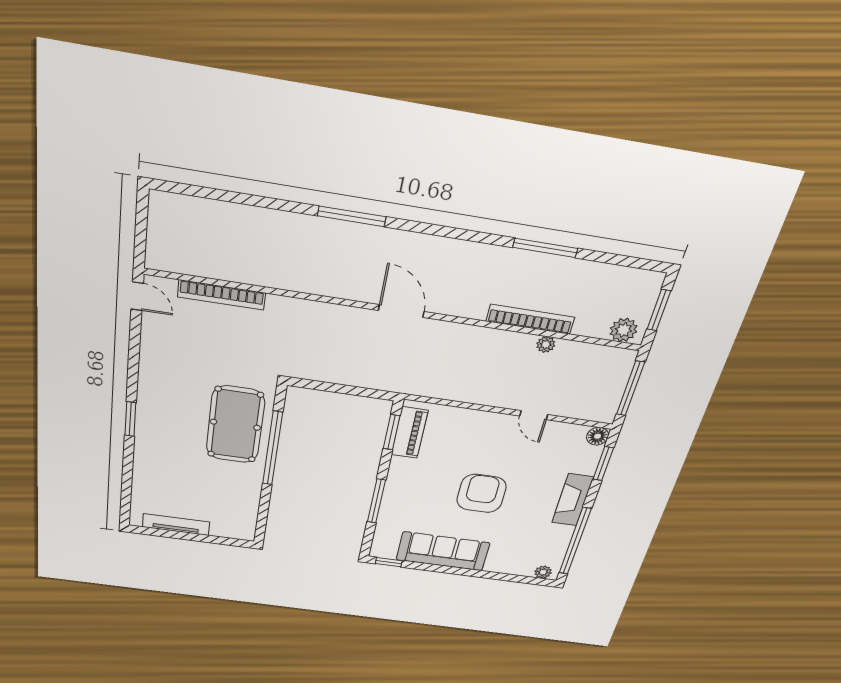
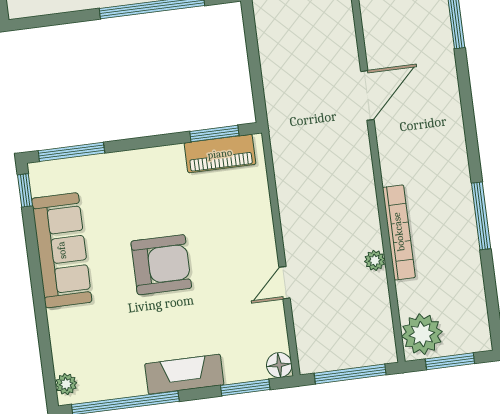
plant: (623, 330) -> (422, 334), width x1.36, depth x1.36
window: (376, 501) -> (71, 152), moved

